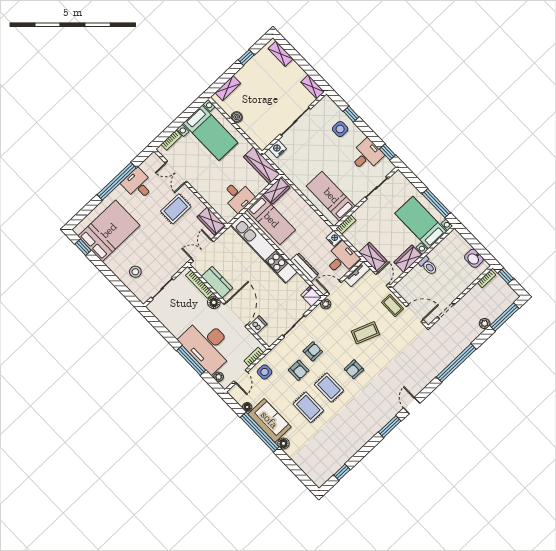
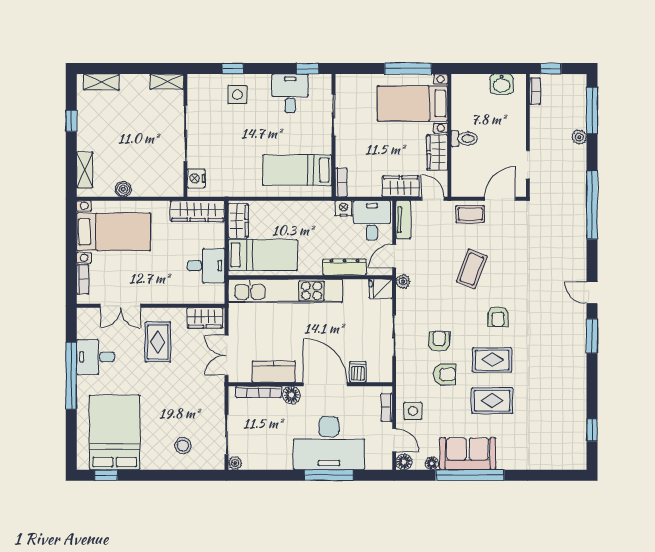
plant: (219, 377) -> (235, 463), moved
floor lamp: (283, 443) -> (404, 462), moved

